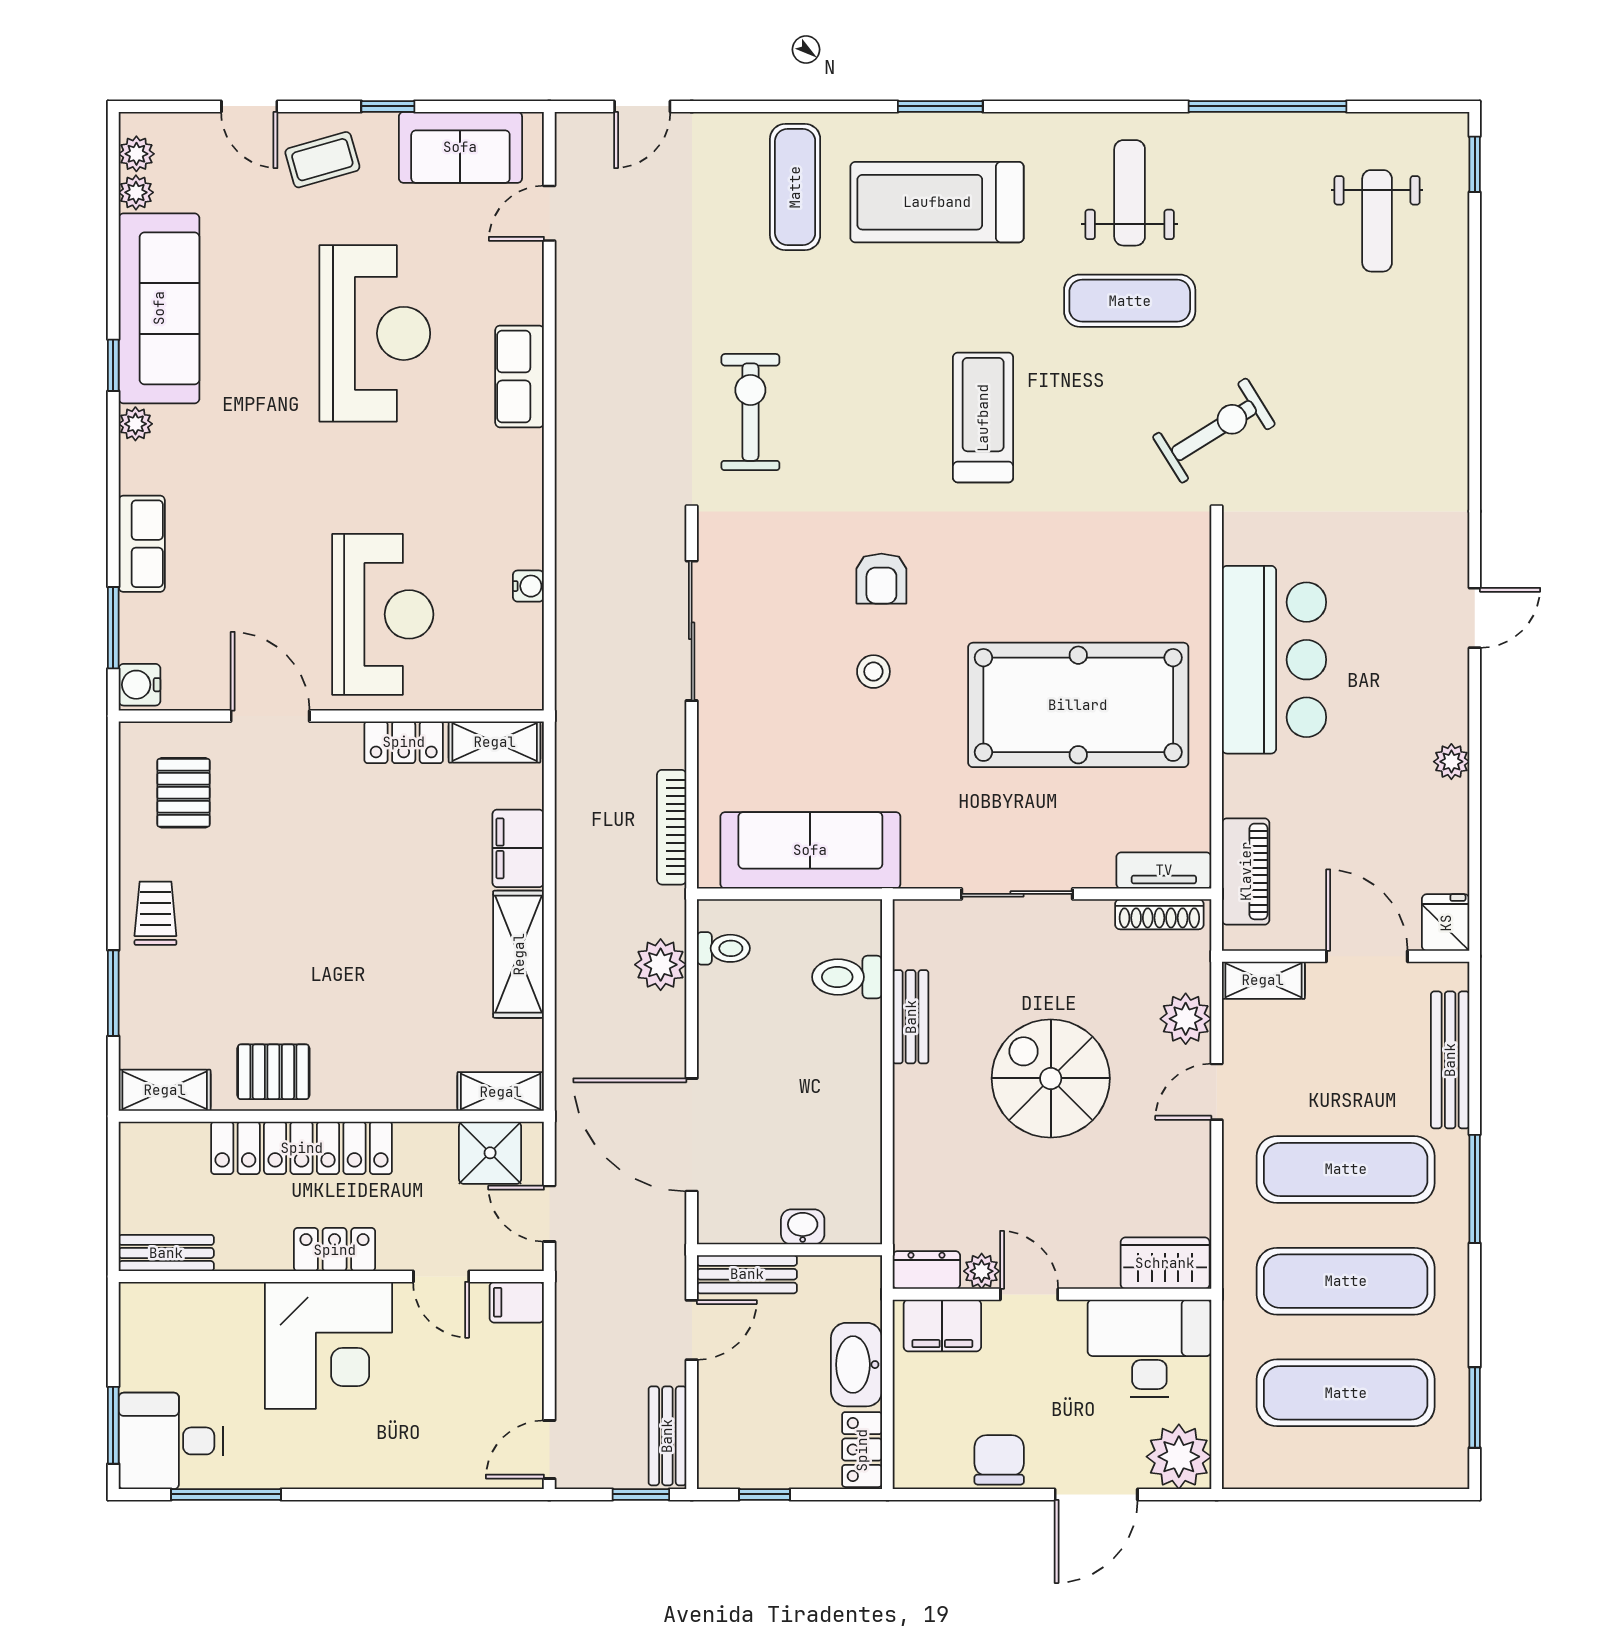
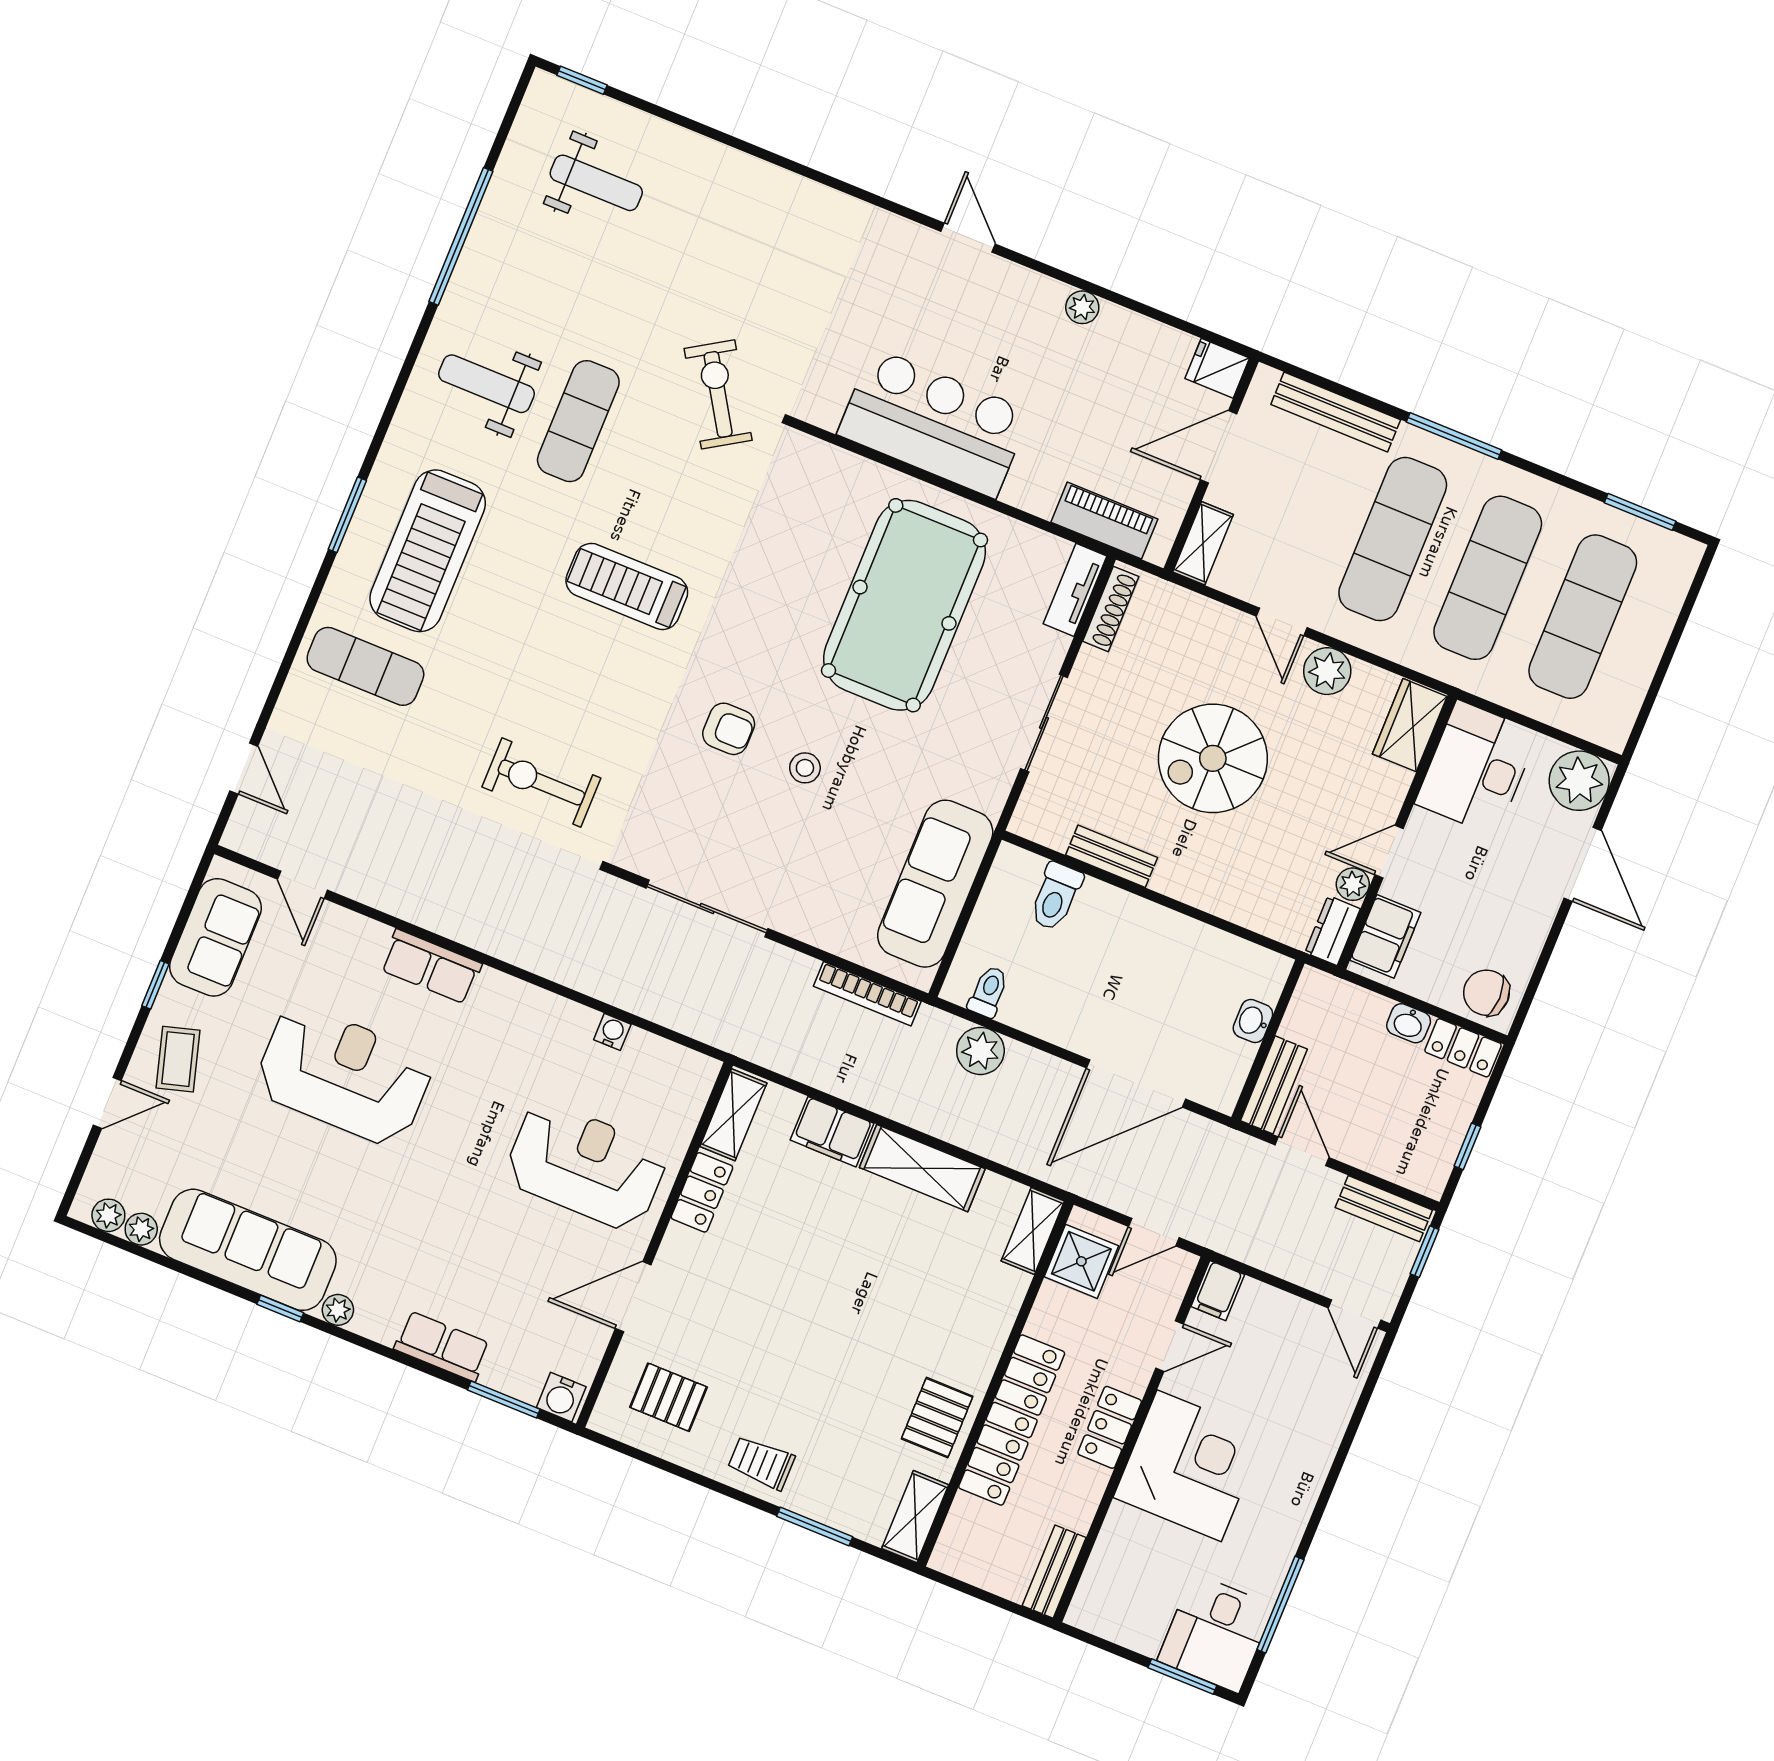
plant: (1186, 1019) -> (1327, 671), moved
washbasin: (857, 1365) -> (1409, 1023), width x0.52, depth x0.69
chair: (999, 1460) -> (1486, 993), moved

